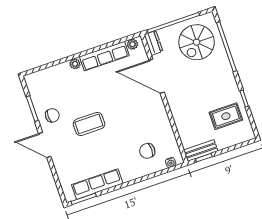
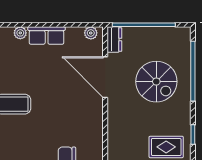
spiral stairs: (197, 42) -> (156, 82), moved, turned -90
row of seats: (104, 56) -> (47, 36), width x0.68

